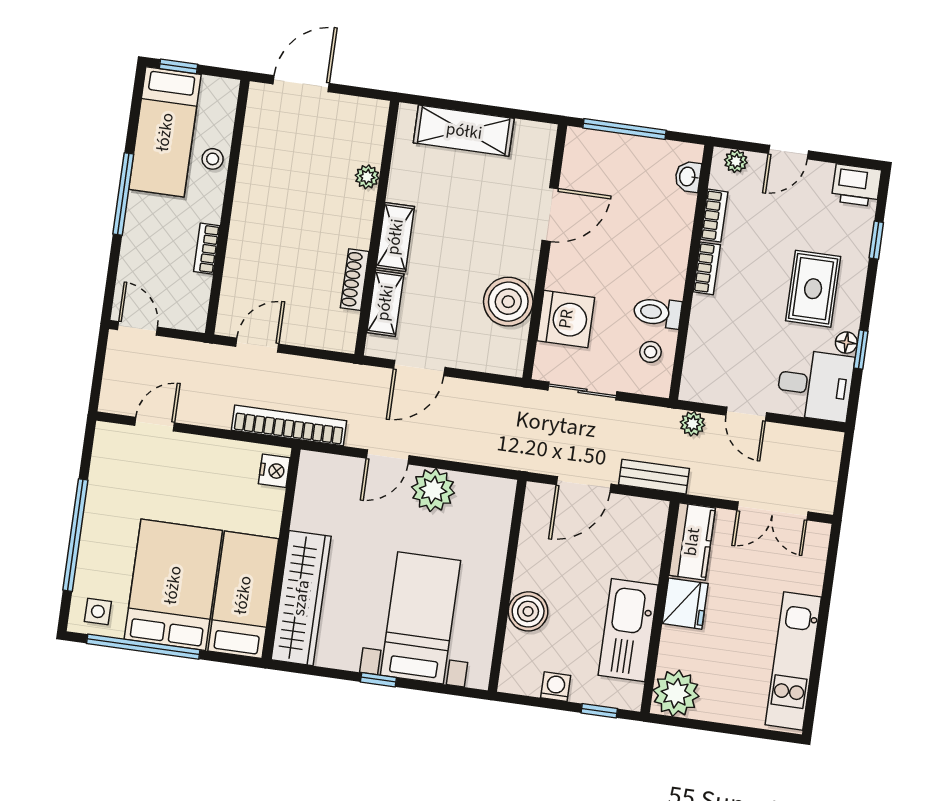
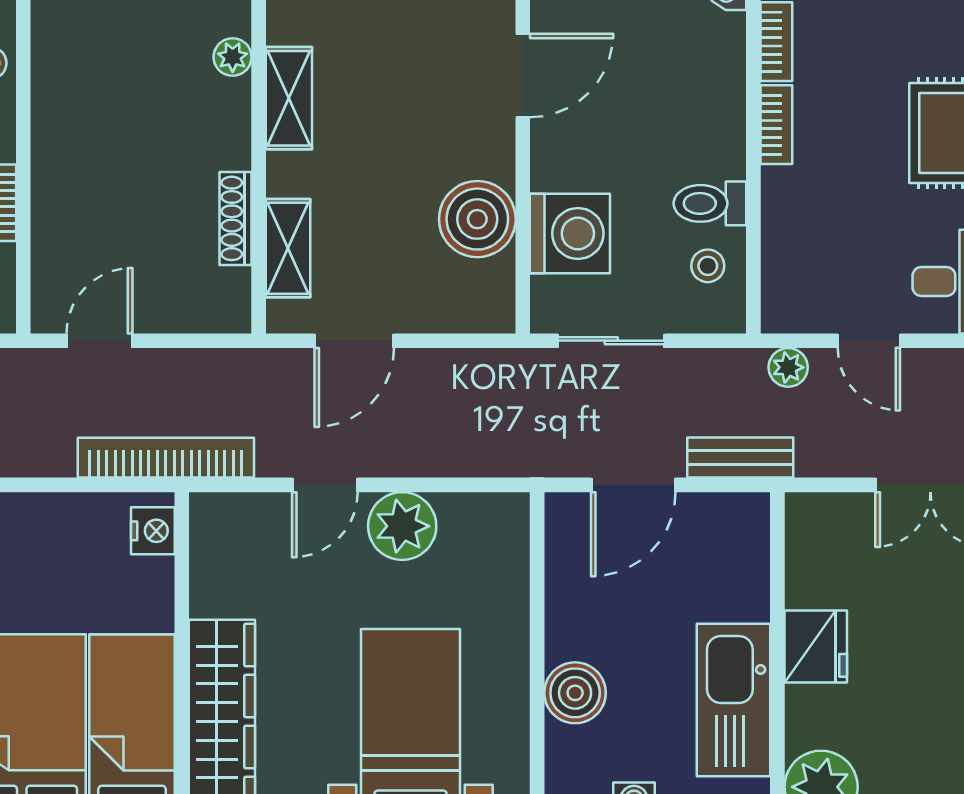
shelving: (395, 237) -> (289, 98), moved
kitchen counter: (692, 542) -> (813, 549), removed

